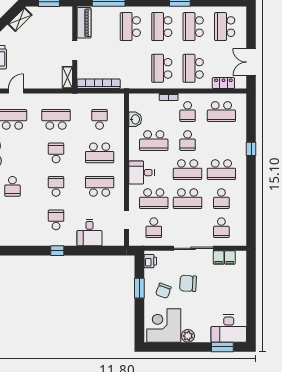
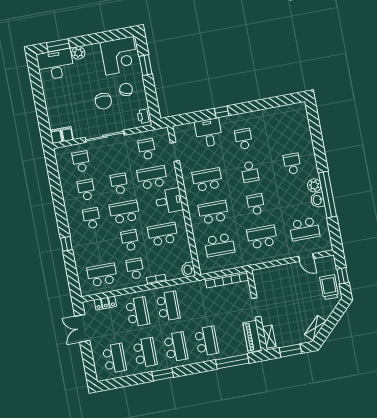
double door: (251, 62) -> (82, 328), swing flipped
shelving: (67, 77) -> (269, 337), moved
door: (16, 91) -> (306, 257), hinge flipped
school desk: (56, 119) -> (262, 237), turned 180
school desk: (100, 119) -> (219, 245), width x1.85
washbasin: (135, 119) -> (188, 270), moved
school desk: (56, 153) -> (256, 204), turned 180
school desk: (221, 170) -> (92, 218), width x0.54
school desk: (100, 186) -> (207, 180), turned 180
school desk: (188, 199) -> (119, 184), width x0.54
school desk: (56, 220) -> (244, 139), turned 180
window: (57, 251) -> (222, 112), moved
filing cabinet: (219, 258) -> (56, 136), moved
chair: (188, 283) -> (103, 101), turned 87
window: (139, 288) -> (146, 65), moved
plant: (188, 336) -> (78, 53), moved

